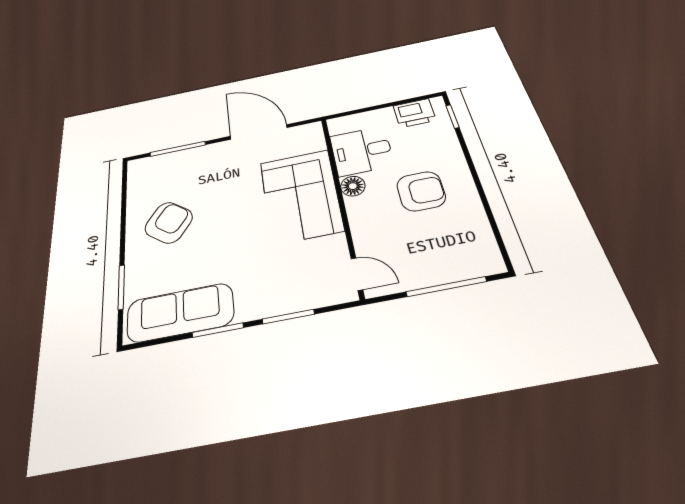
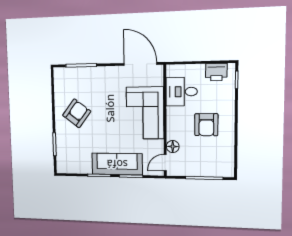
door: (259, 132) -> (140, 64), moved
floor lamp: (353, 186) -> (173, 147), moved
armchair: (421, 191) -> (206, 125), turned 90
door: (357, 274) -> (165, 163), swing flipped
sofa: (180, 313) -> (117, 164), moved

